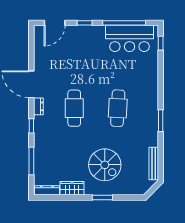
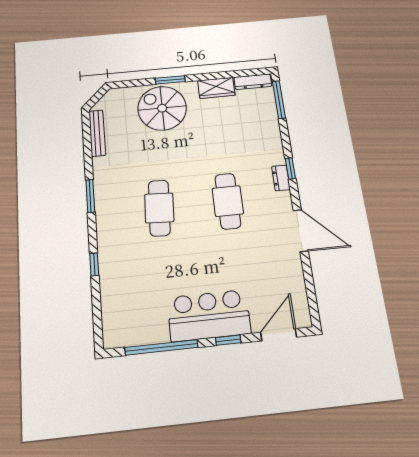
bar counter: (130, 38) -> (209, 315), moved
window: (161, 43) -> (94, 264), moved
dresser: (38, 106) -> (281, 178), moved
window: (31, 161) -> (279, 100), moved
spiral stairs: (105, 165) -> (162, 108), moved

